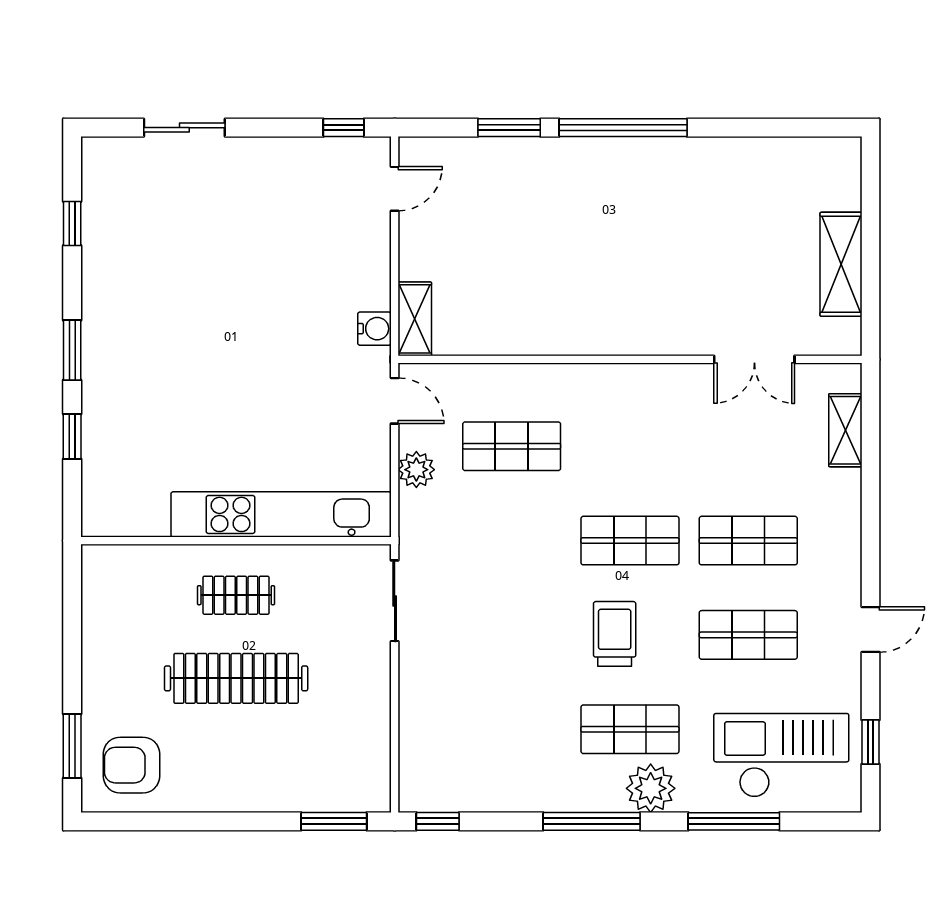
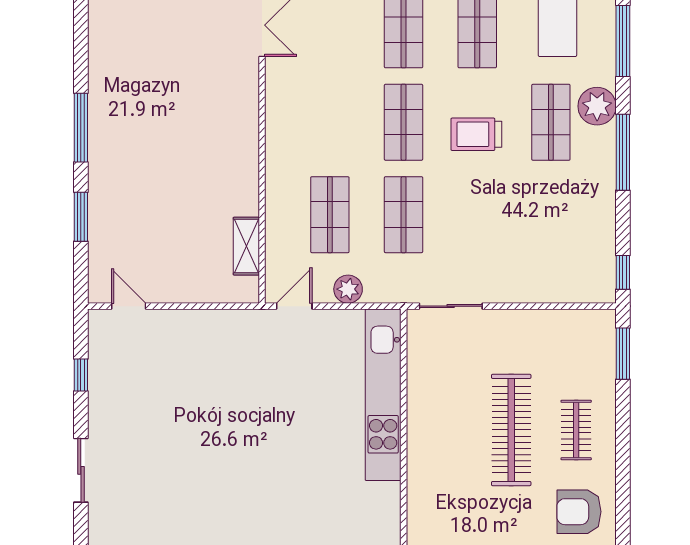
window: (344, 128) -> (81, 375), moved
window: (623, 128) -> (81, 128), width x0.68
shelving: (415, 319) -> (246, 246), moved, turned 90
water cooler: (374, 329) -> (238, 322), removed
shop shelf: (512, 541) -> (404, 215), added
clothes rail: (236, 595) -> (576, 430), moved
armchair: (132, 765) -> (579, 512), turned 90

